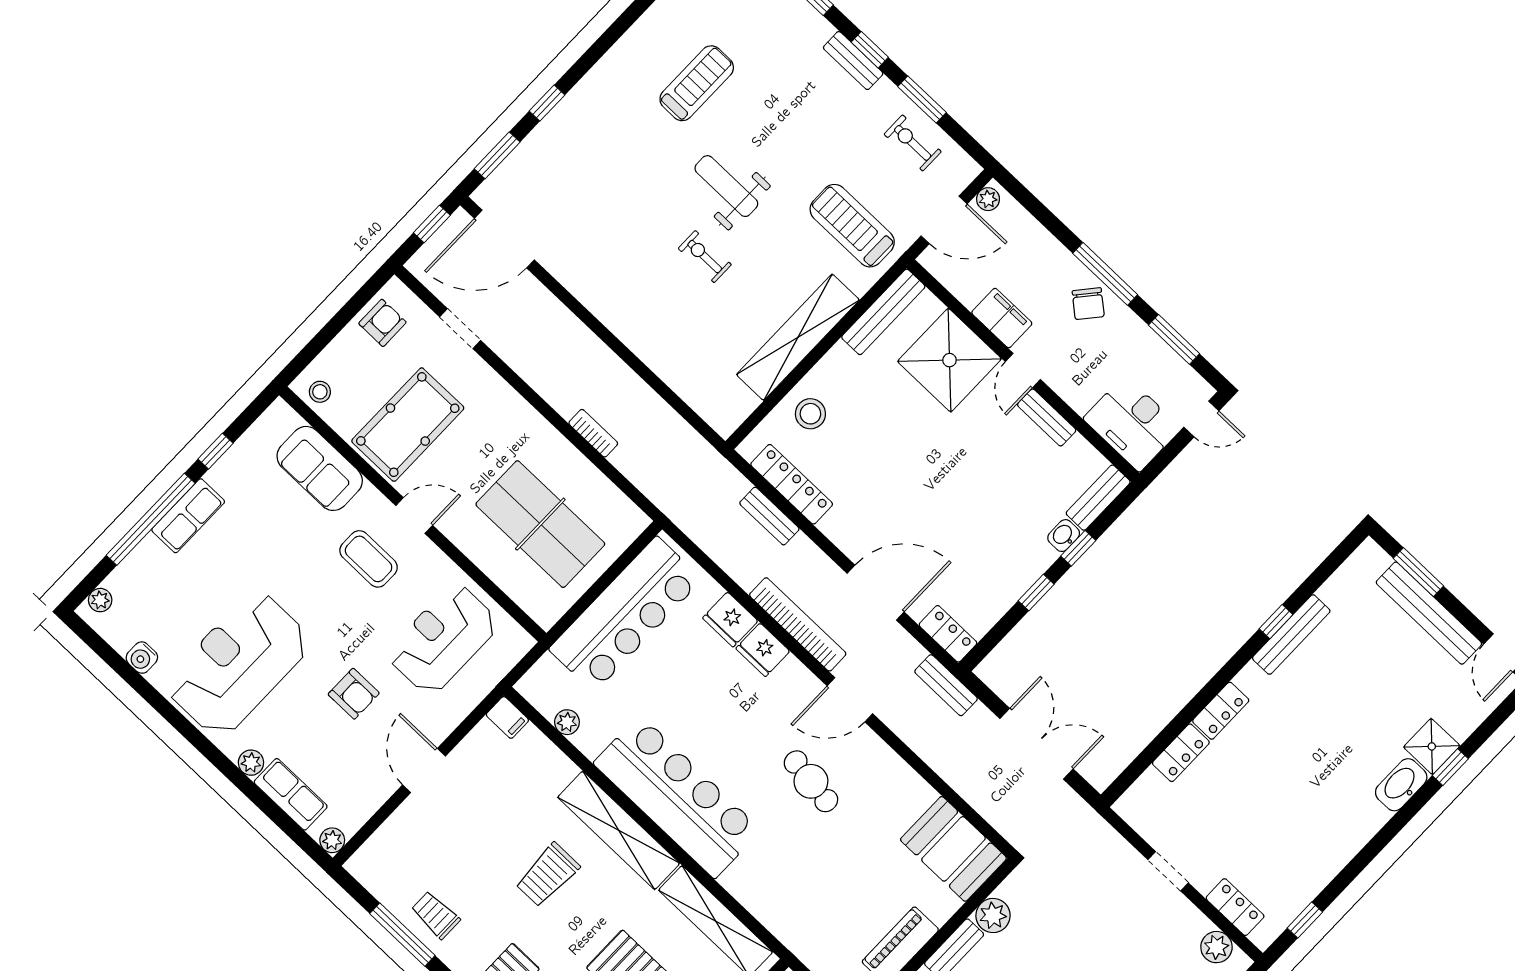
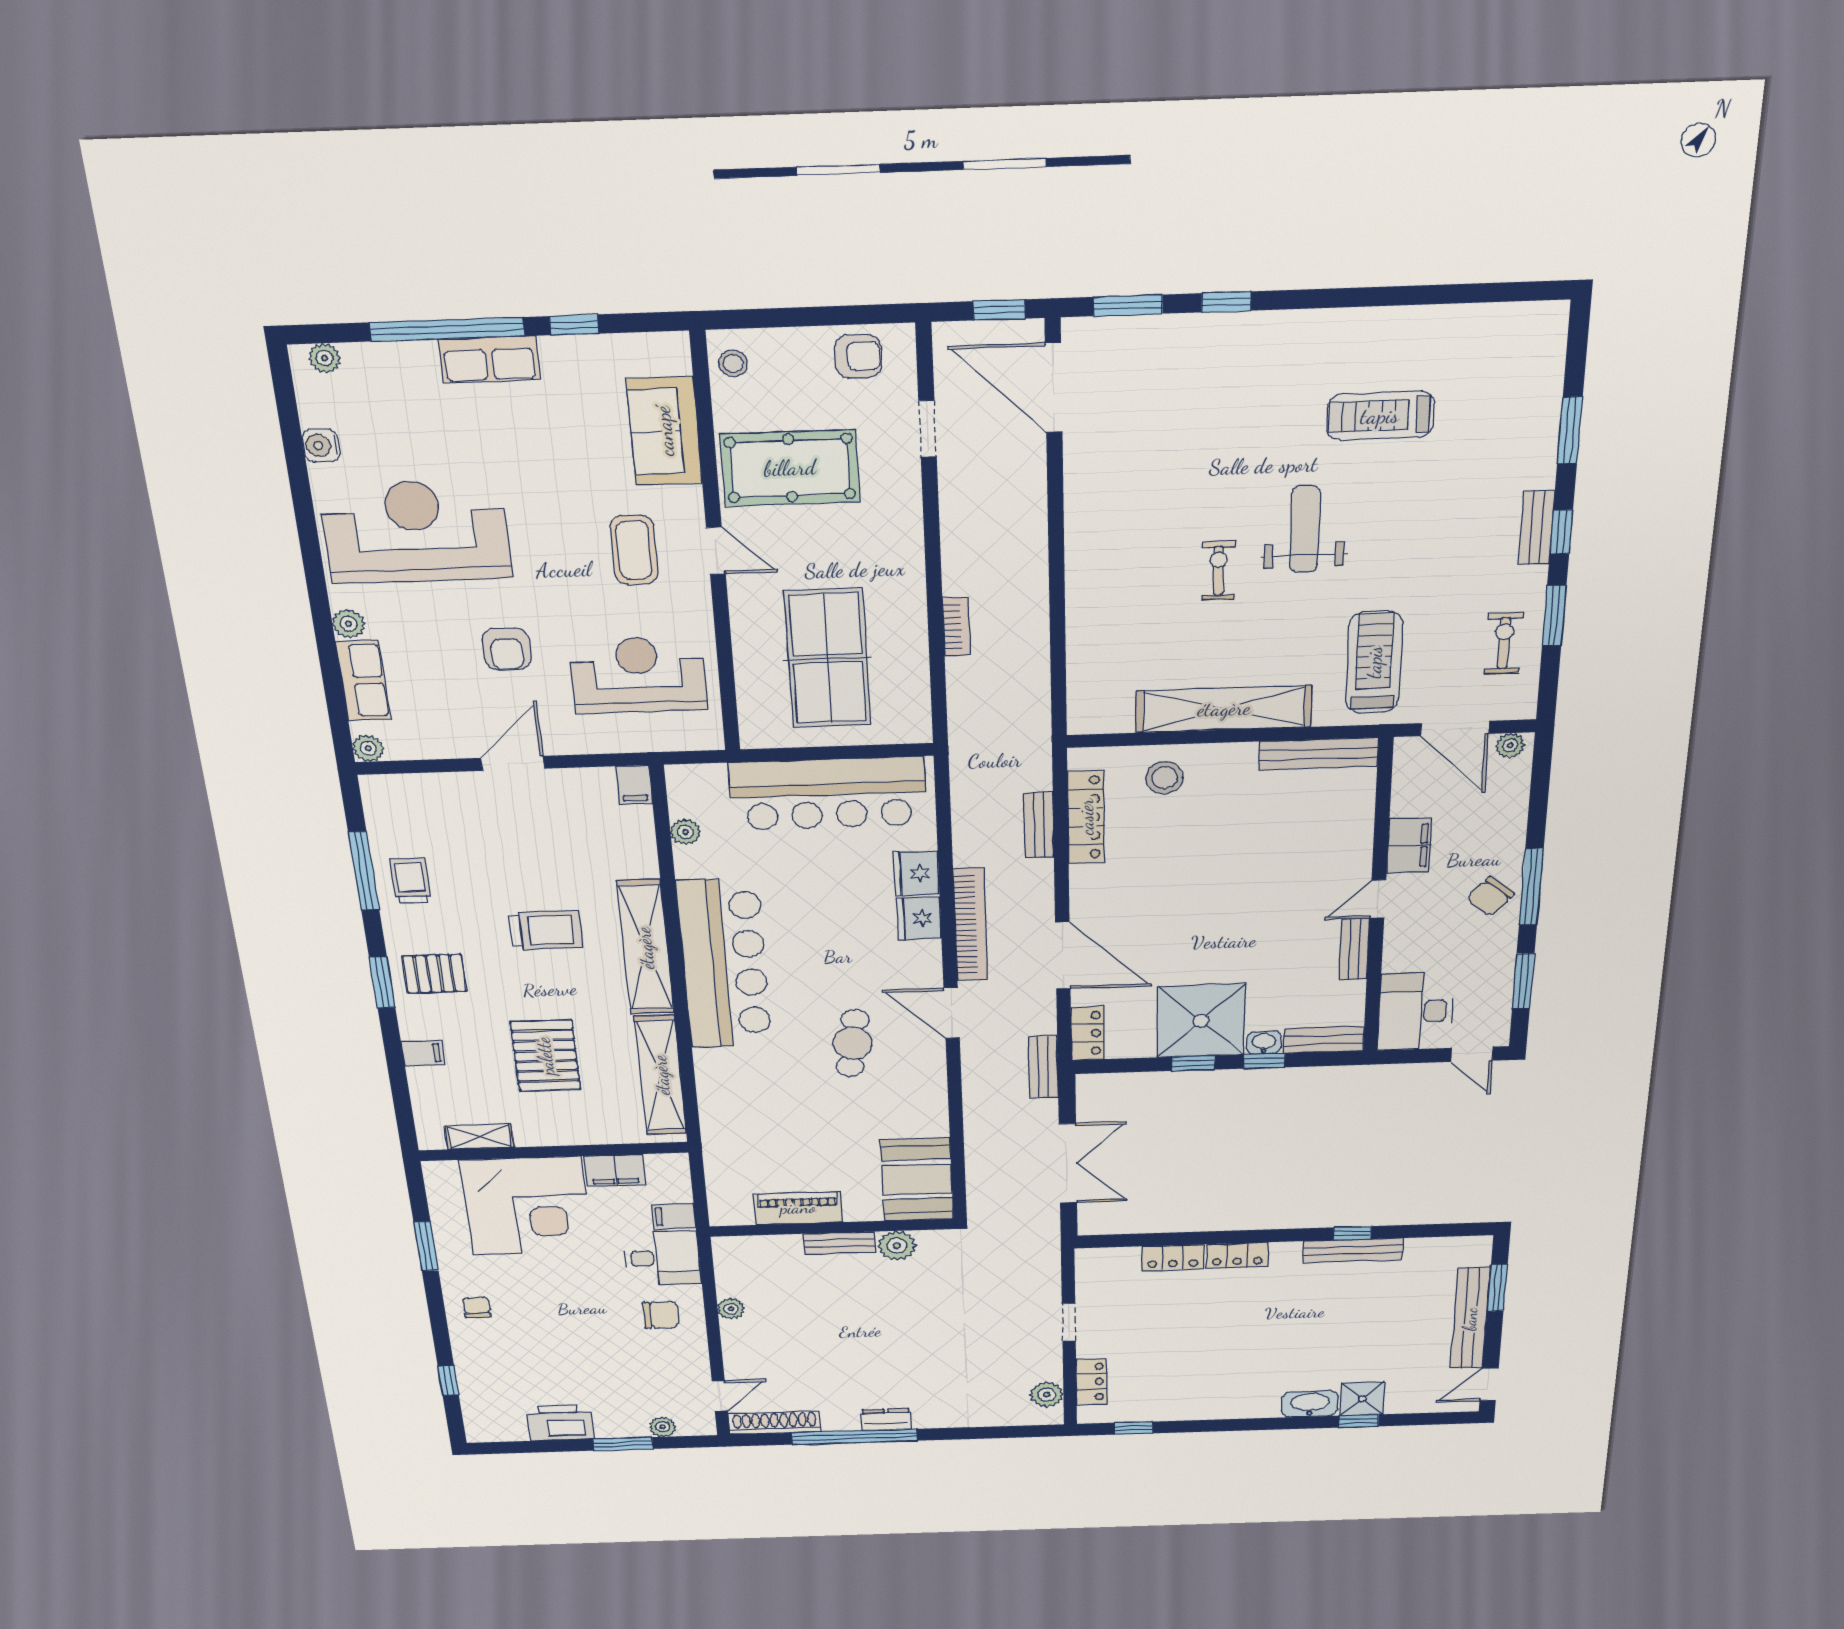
treadmill: (697, 83) -> (1380, 416), turned 180
shower: (950, 360) -> (1201, 1021), moved
trolley: (548, 875) -> (546, 930), turned 180

